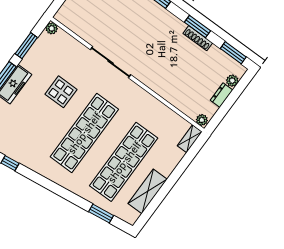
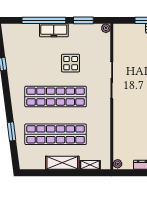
shelving: (190, 139) -> (90, 165), moved
shelving: (148, 191) -> (62, 163), moved
window: (101, 214) -> (11, 131), moved

